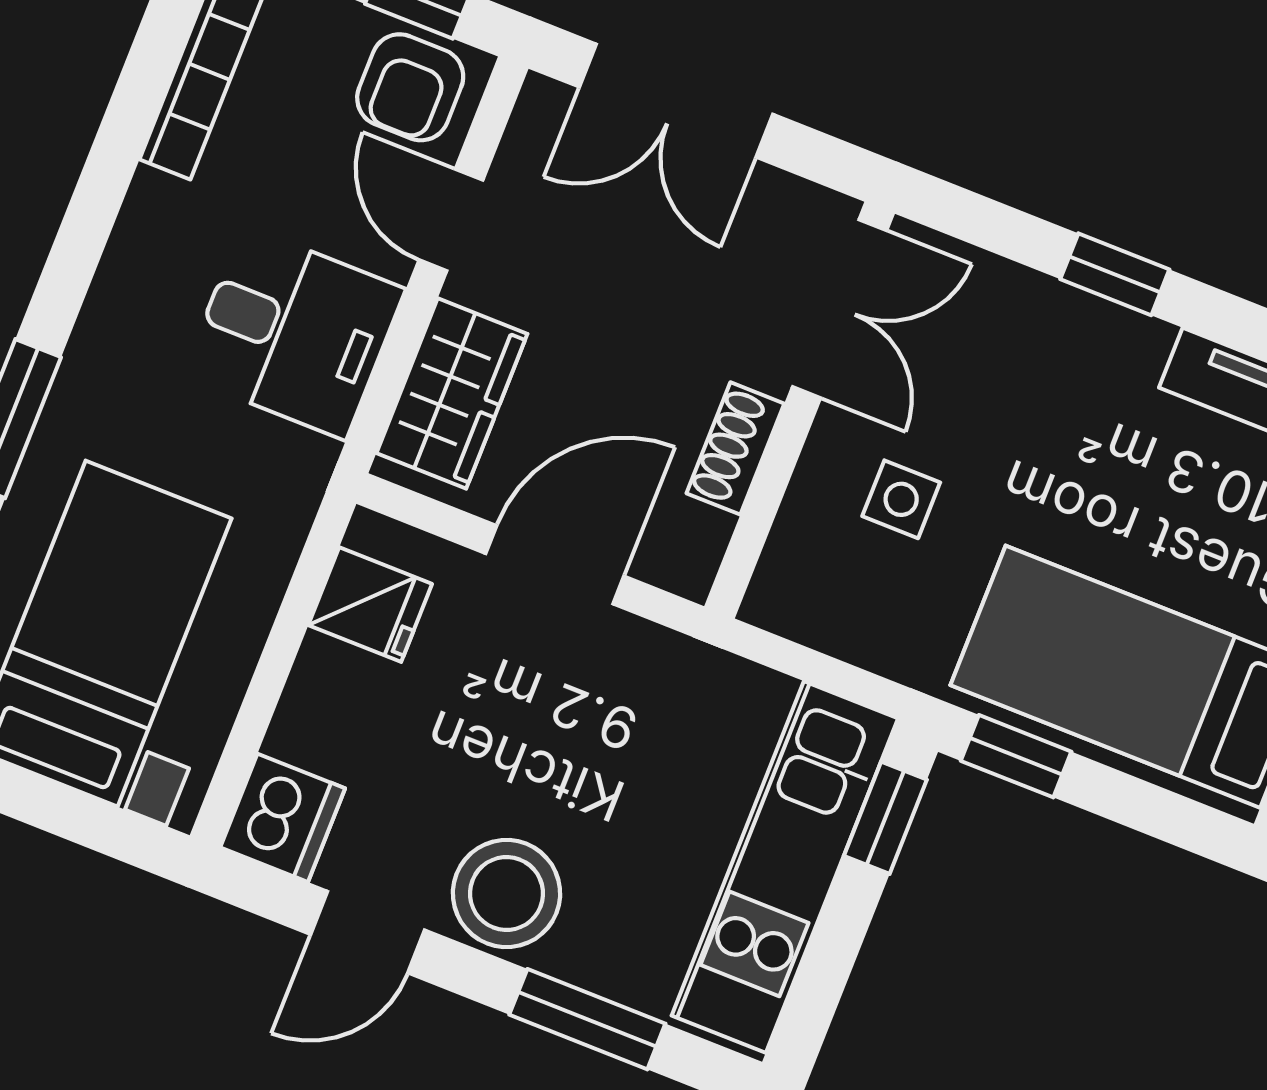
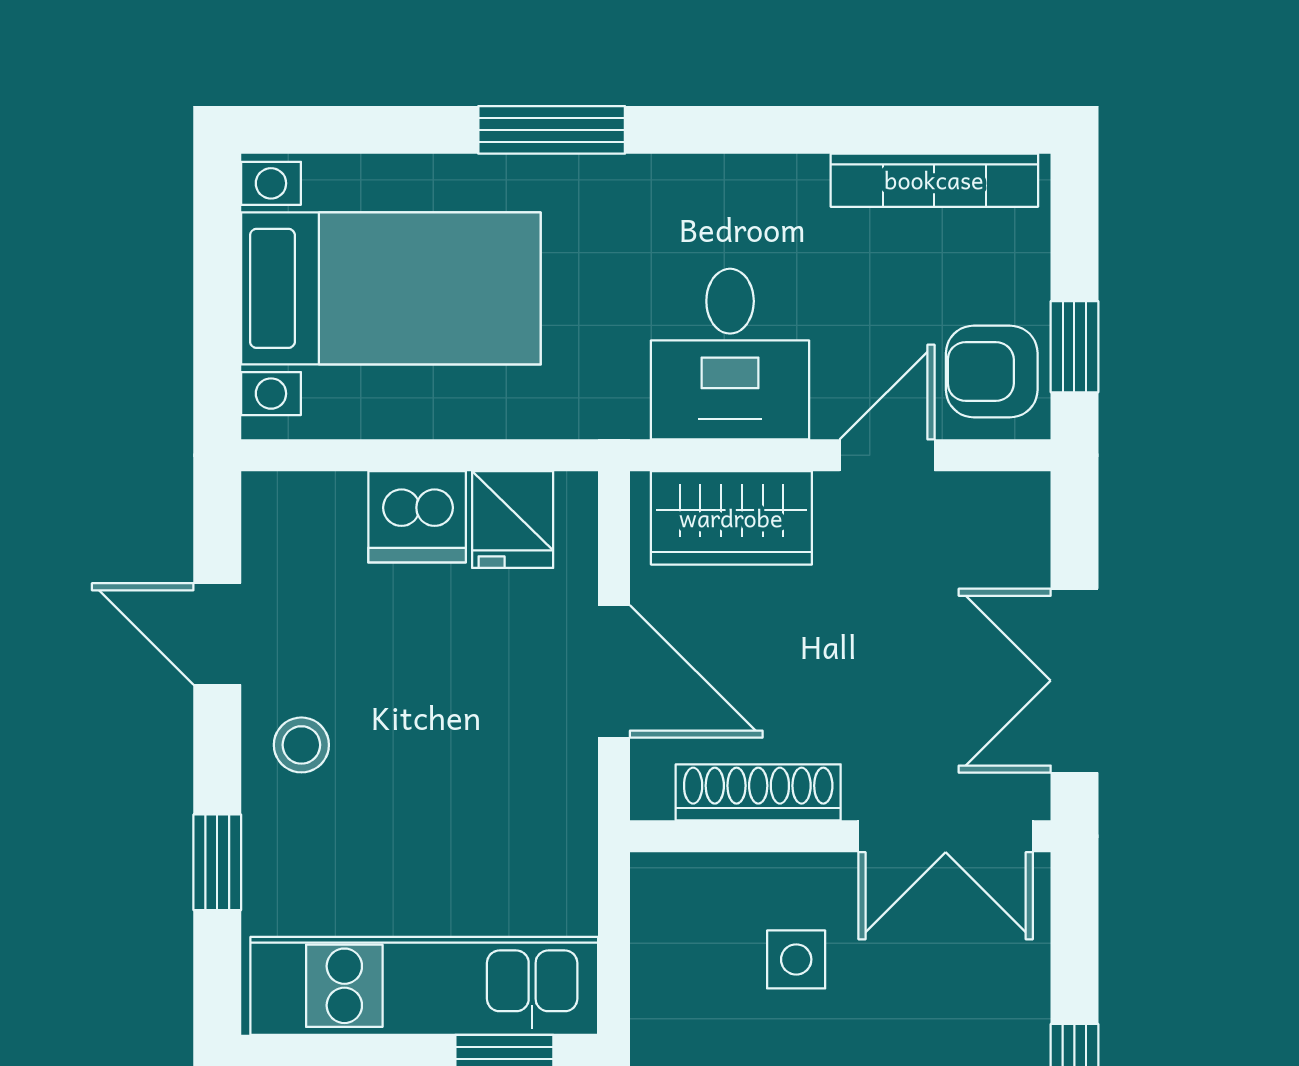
double door: (676, 101) -> (1074, 681), moved
shoe rack: (735, 448) -> (758, 792), width x1.43
dishwasher: (283, 818) -> (417, 517), moved
stool: (507, 893) -> (301, 745), width x0.53, depth x0.53
window: (587, 1019) -> (217, 862), width x0.67

